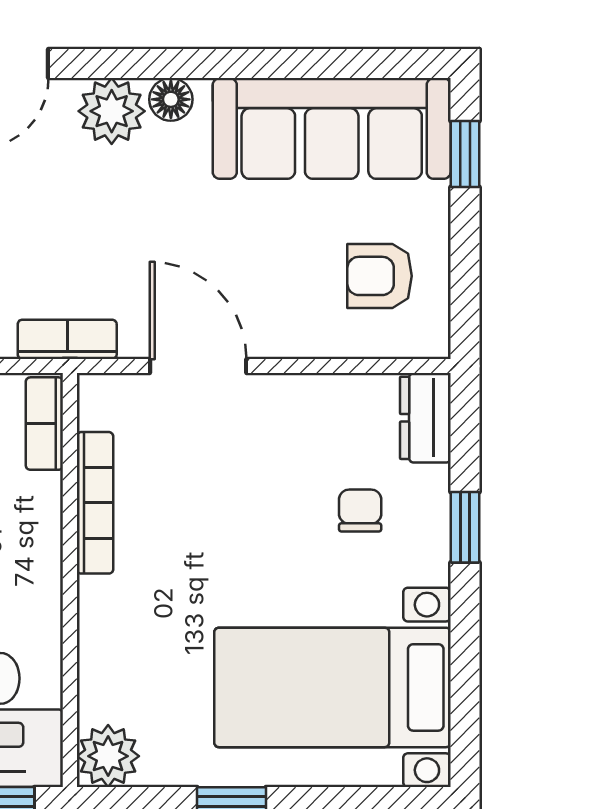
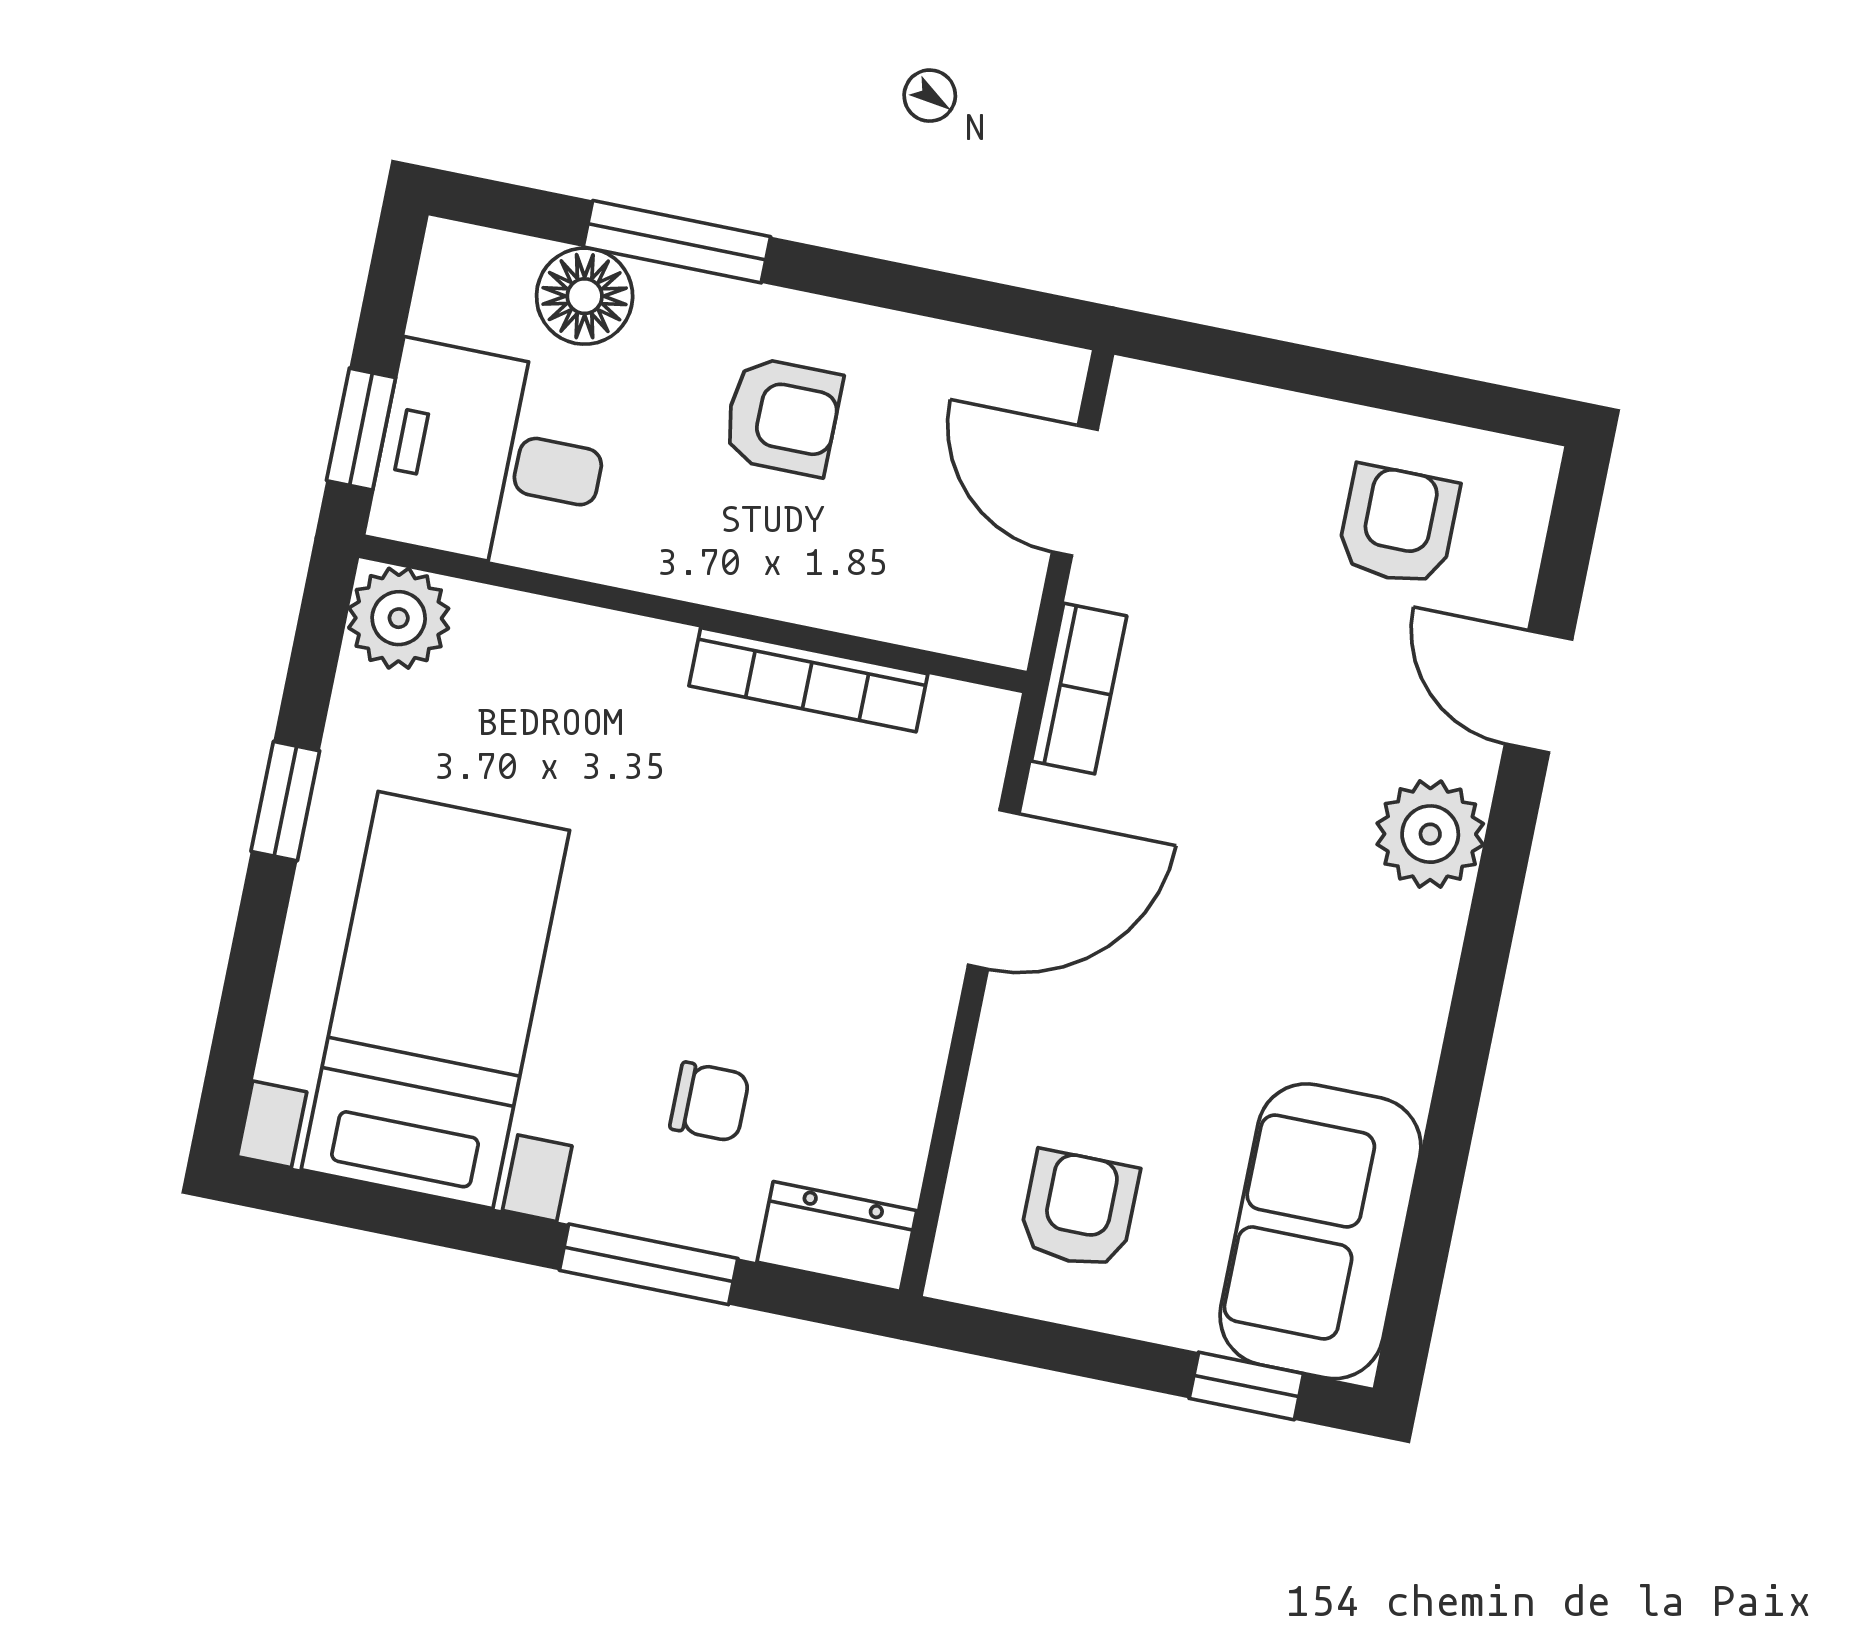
floor lamp: (171, 99) -> (1430, 933), removed
sofa: (332, 128) -> (1320, 1231), width x0.73
bookcase: (44, 424) -> (952, 625), removed
window: (465, 527) -> (649, 1264), width x1.50

